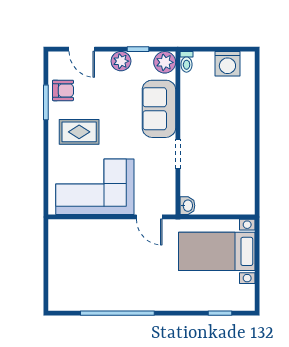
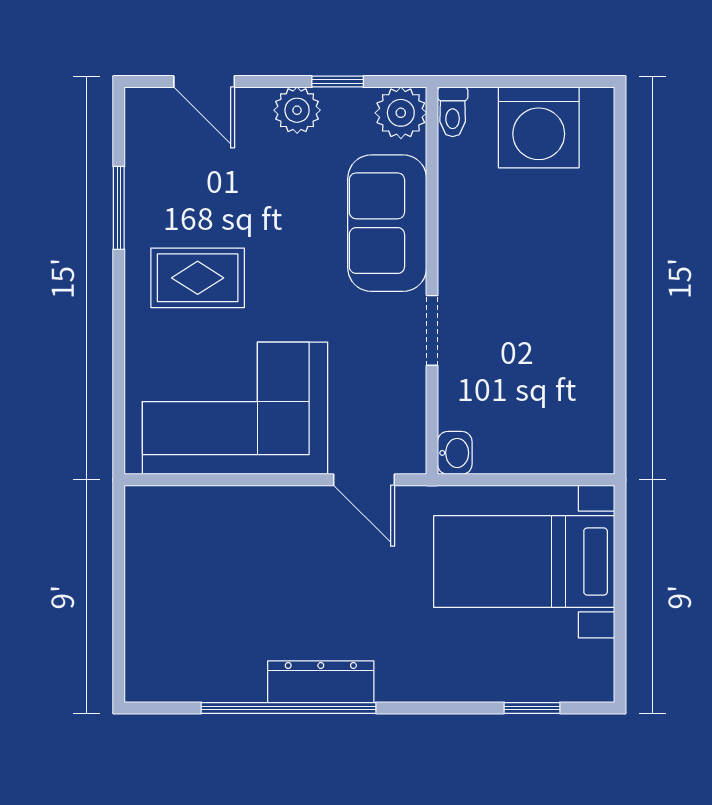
washing machine: (227, 64) -> (539, 127), width x1.37, depth x1.37
armchair: (63, 90) -> (159, 180), removed
dresser: (131, 302) -> (321, 682), added

